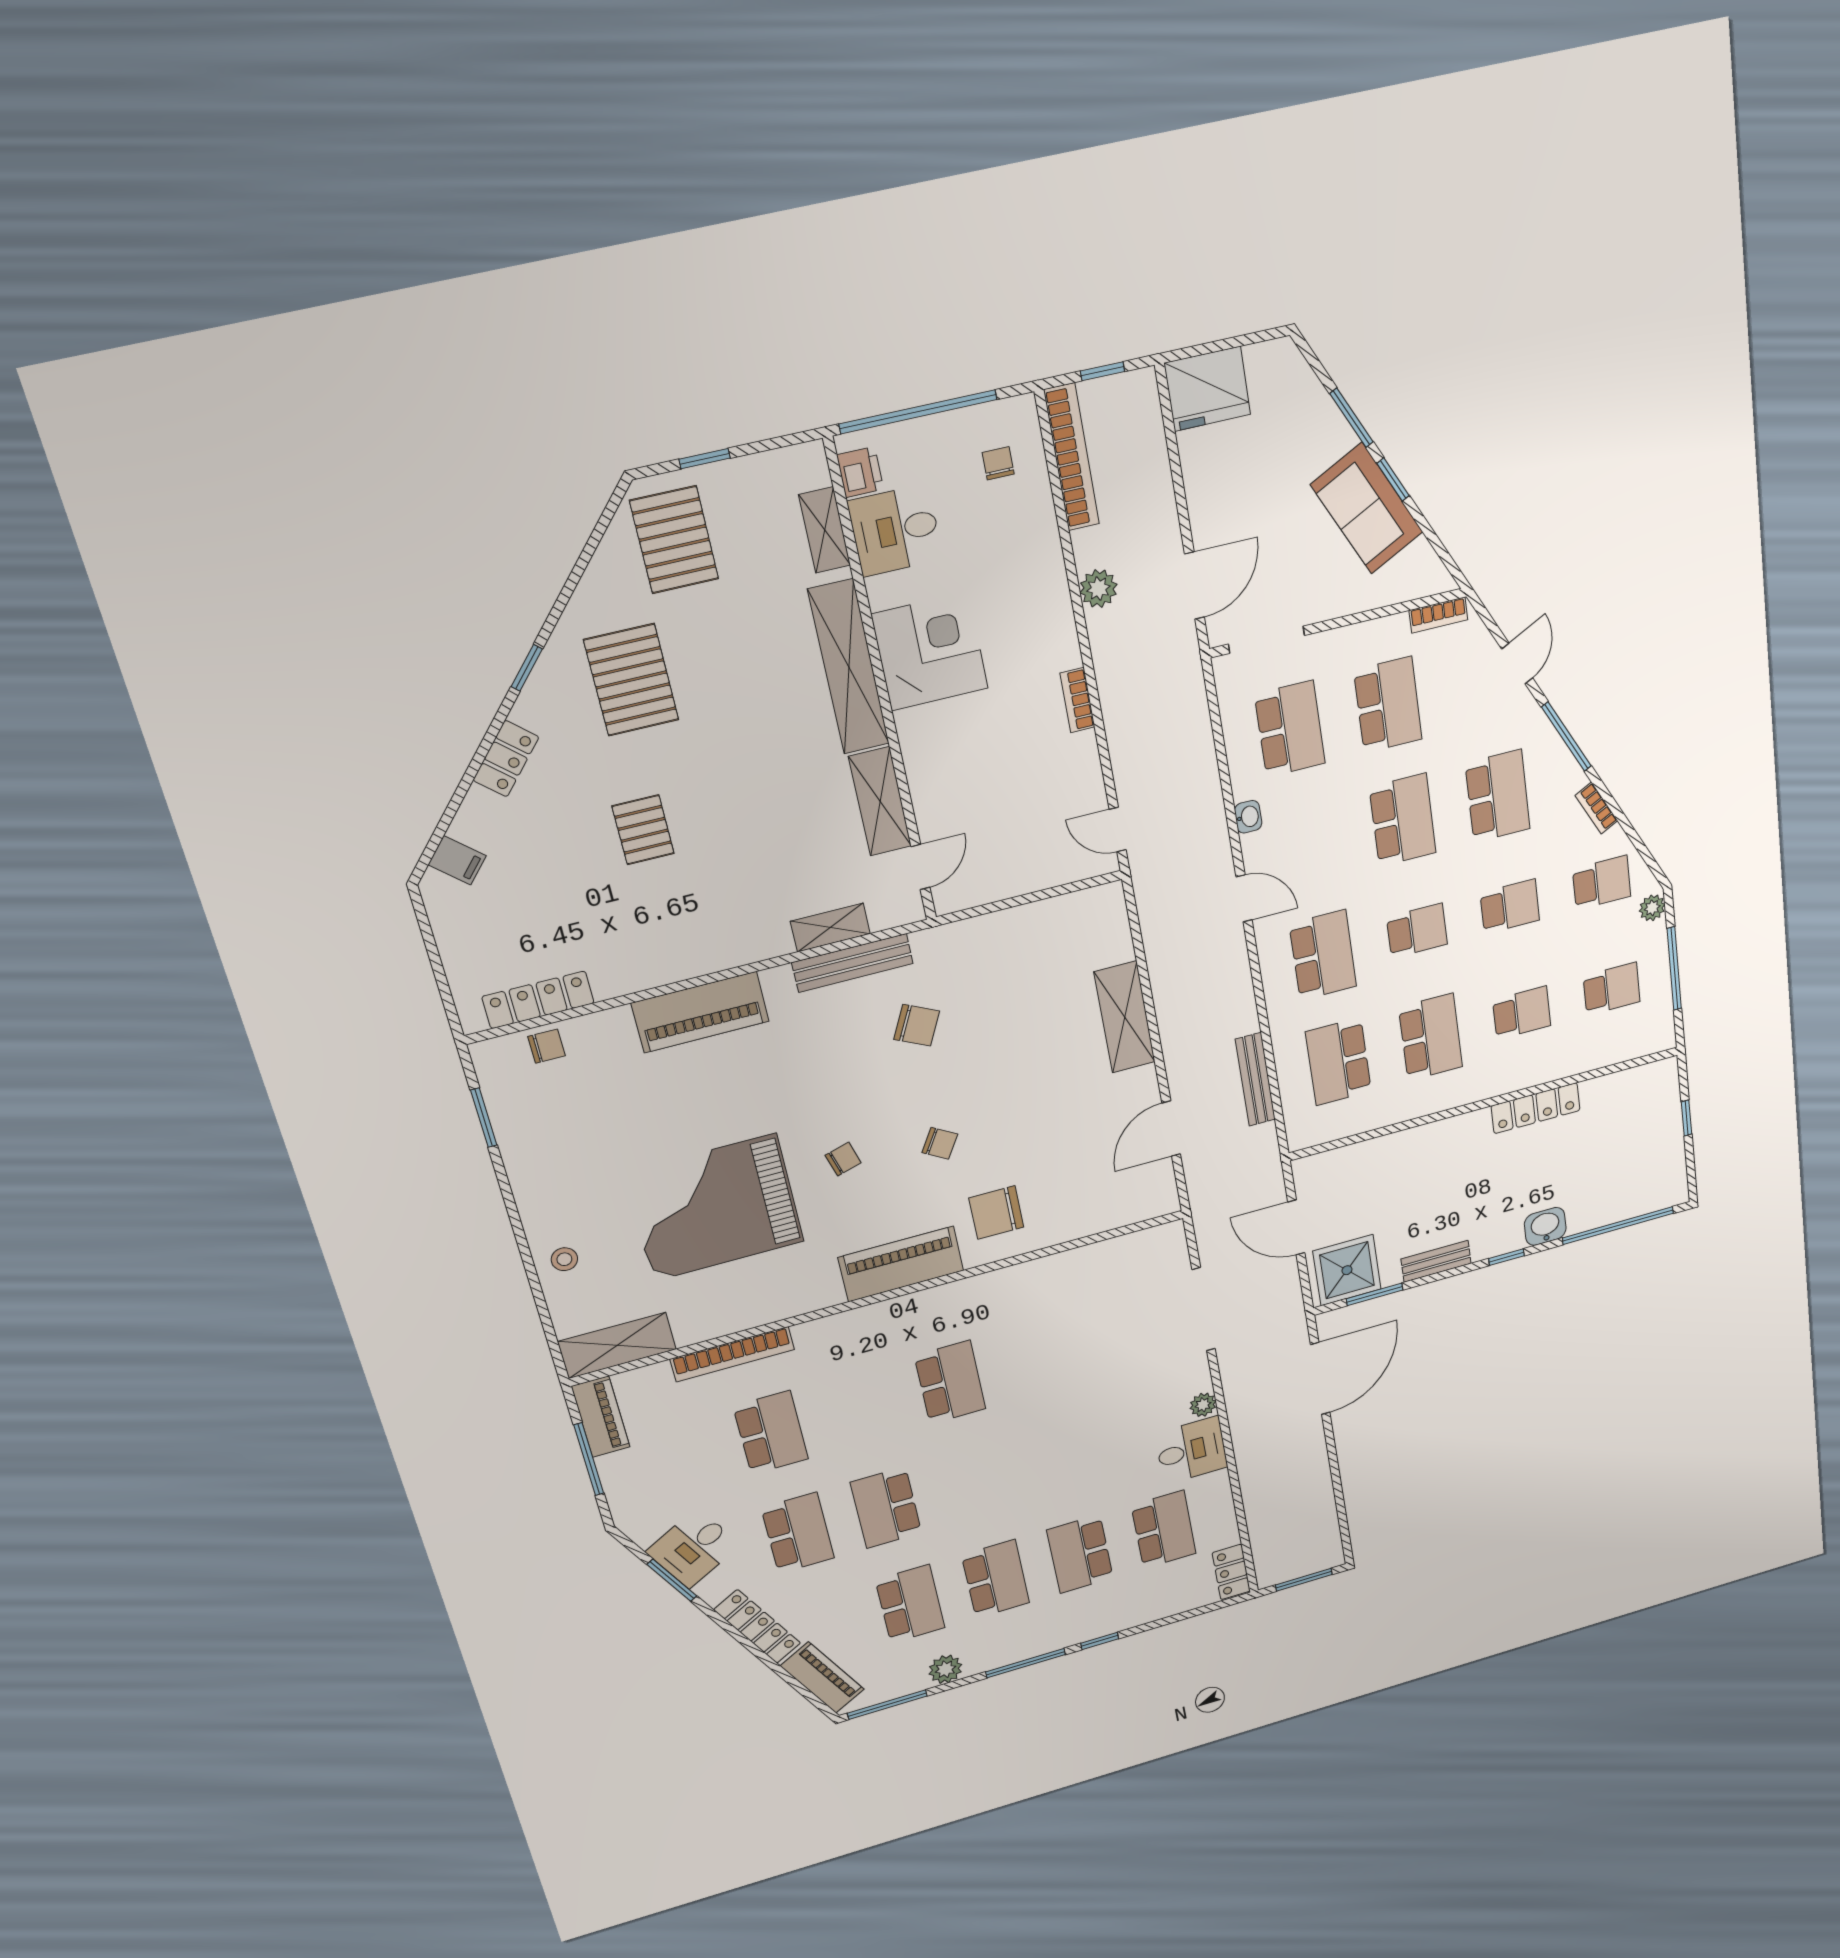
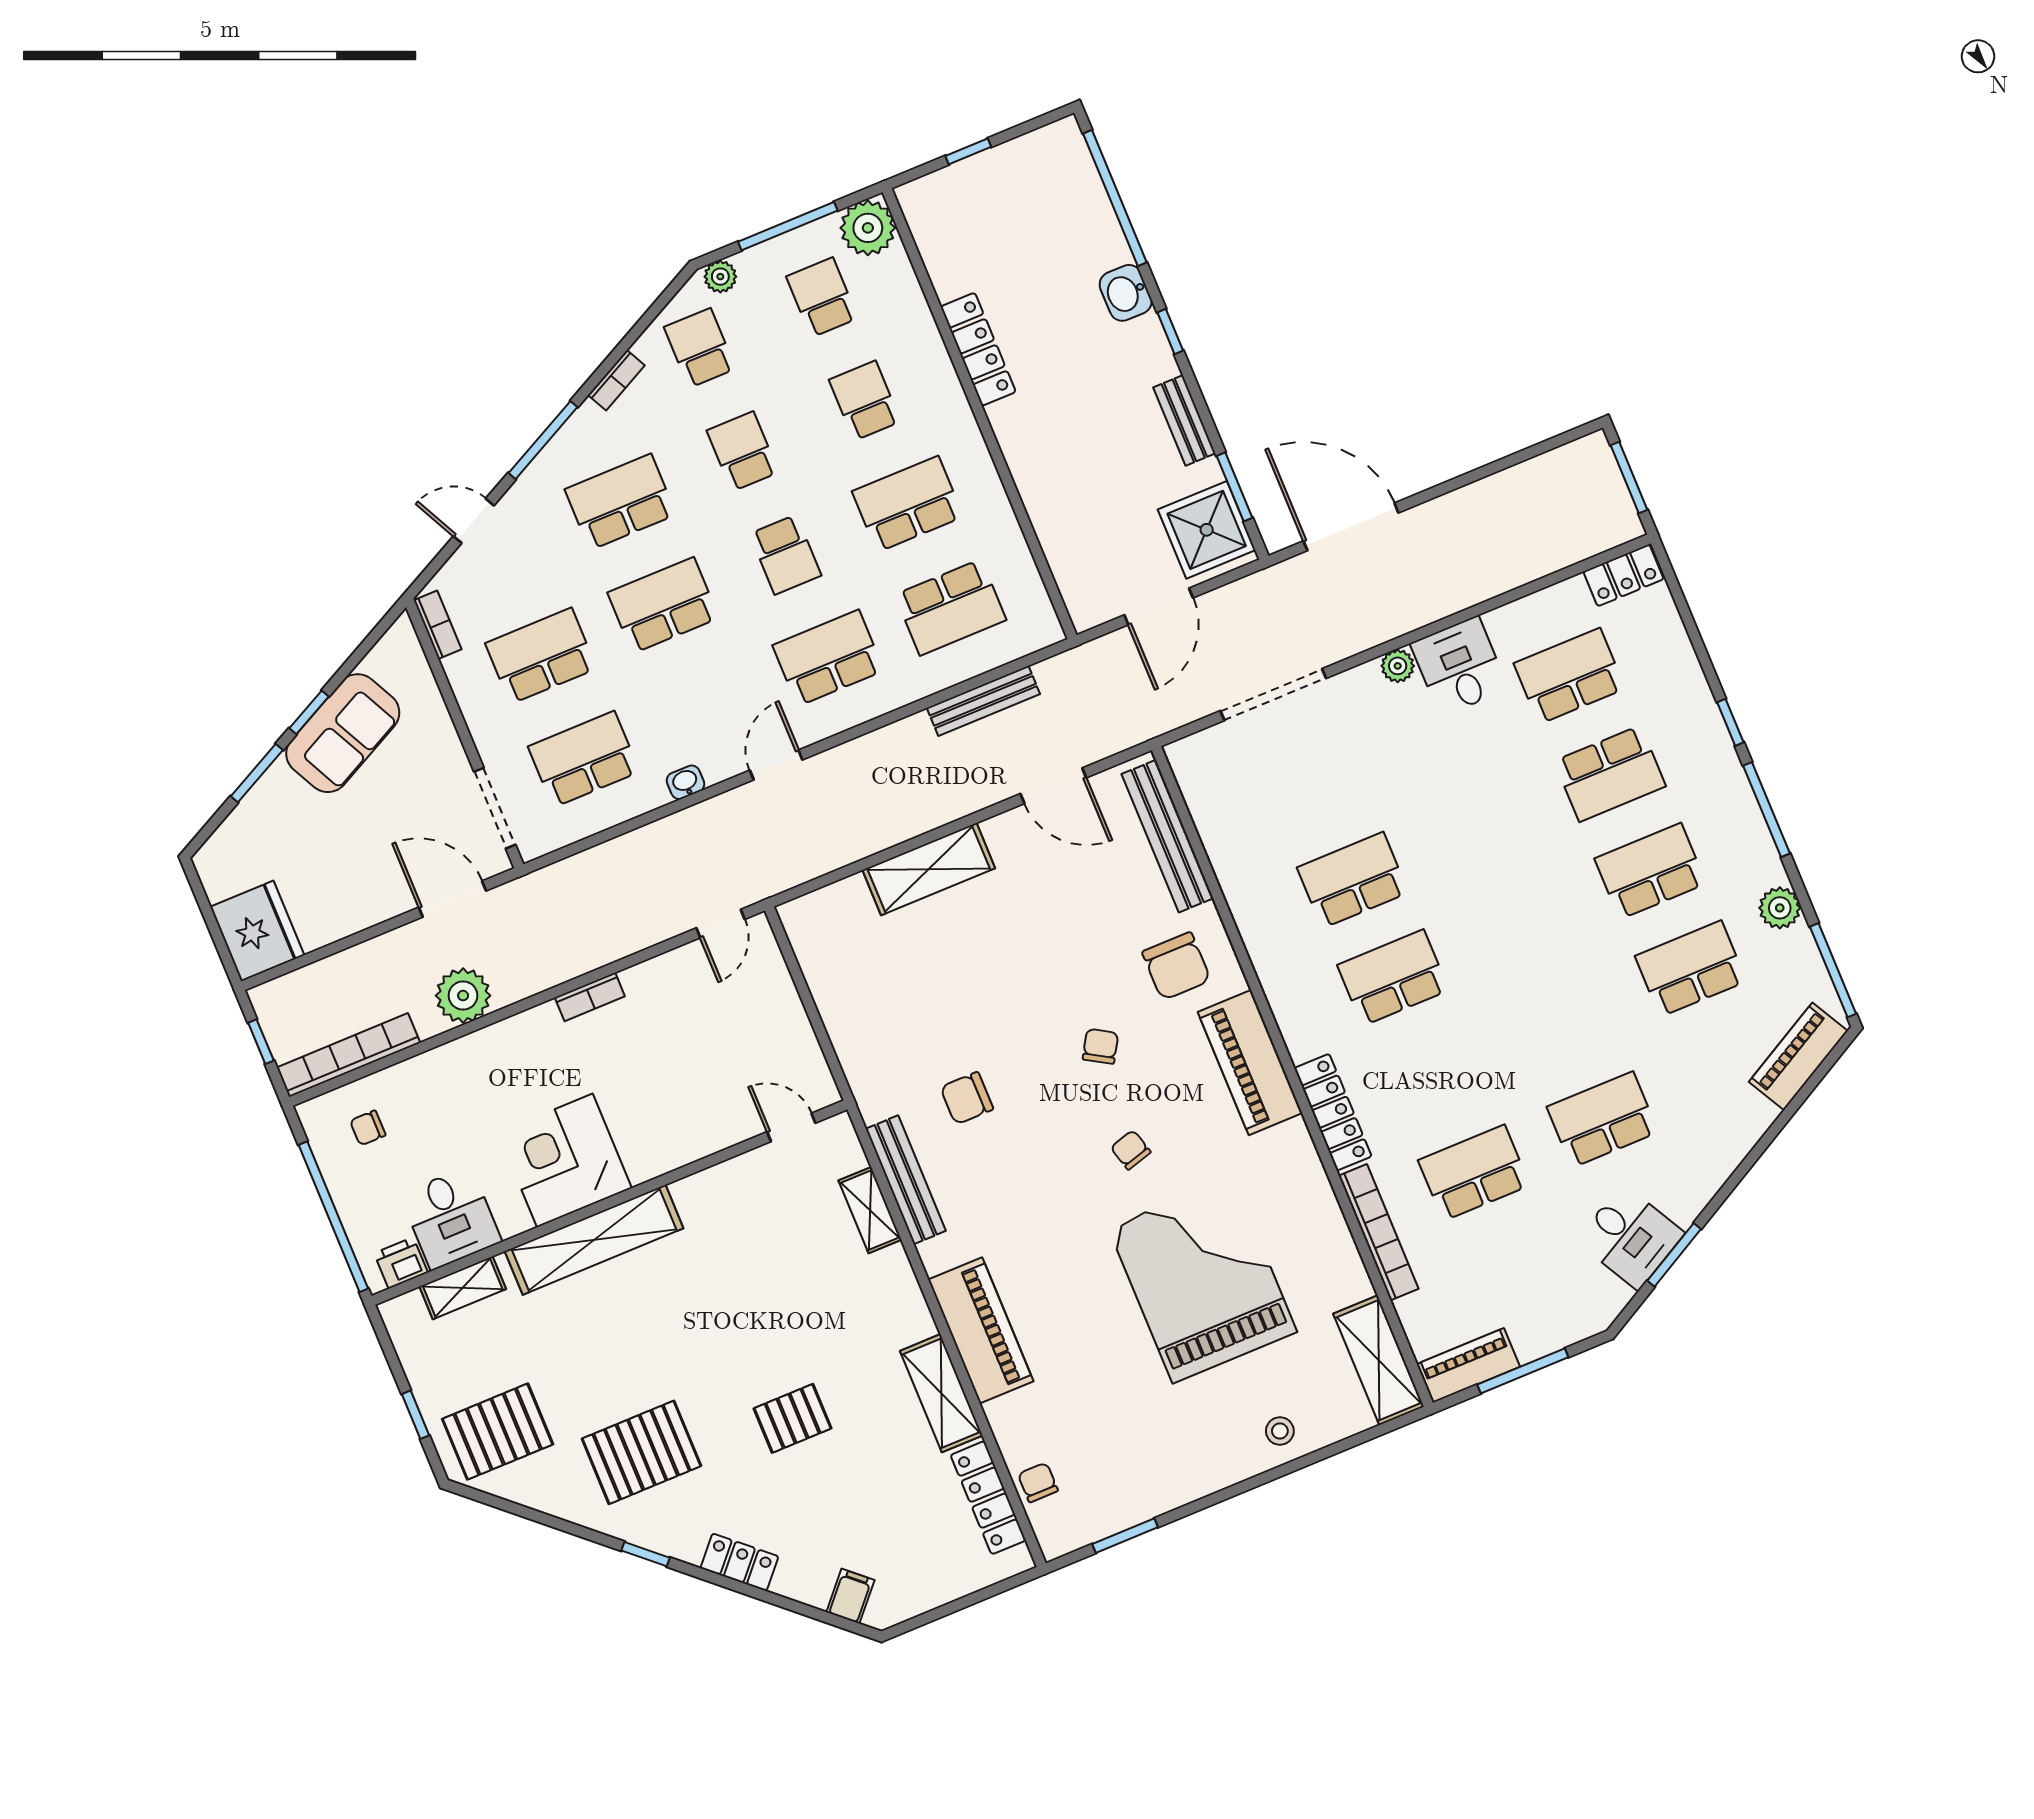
plant: (1098, 589) -> (463, 996), width x1.36, depth x1.36
shelving: (880, 801) -> (941, 1393), moved, turned 90
school desk: (1417, 931) -> (785, 555), turned 180
chair: (917, 1025) -> (967, 1098), turned -116
plant: (1654, 1032) -> (868, 228), added
grand piano: (715, 1207) -> (1203, 1280), turned 180
bench: (1108, 1216) -> (1167, 836), added
school desk: (886, 1508) -> (1353, 880), moved, turned 180
locker: (757, 1626) -> (1333, 1112), moved, turned 119

